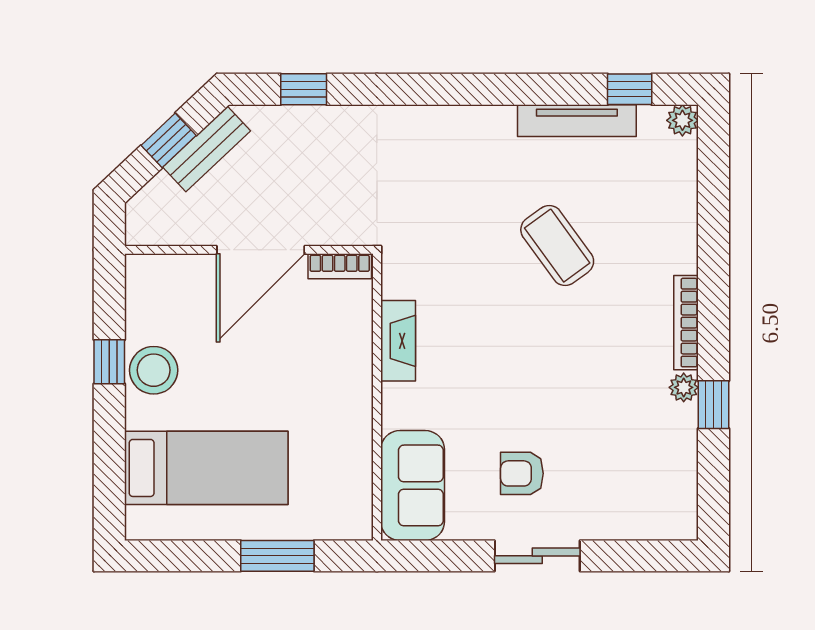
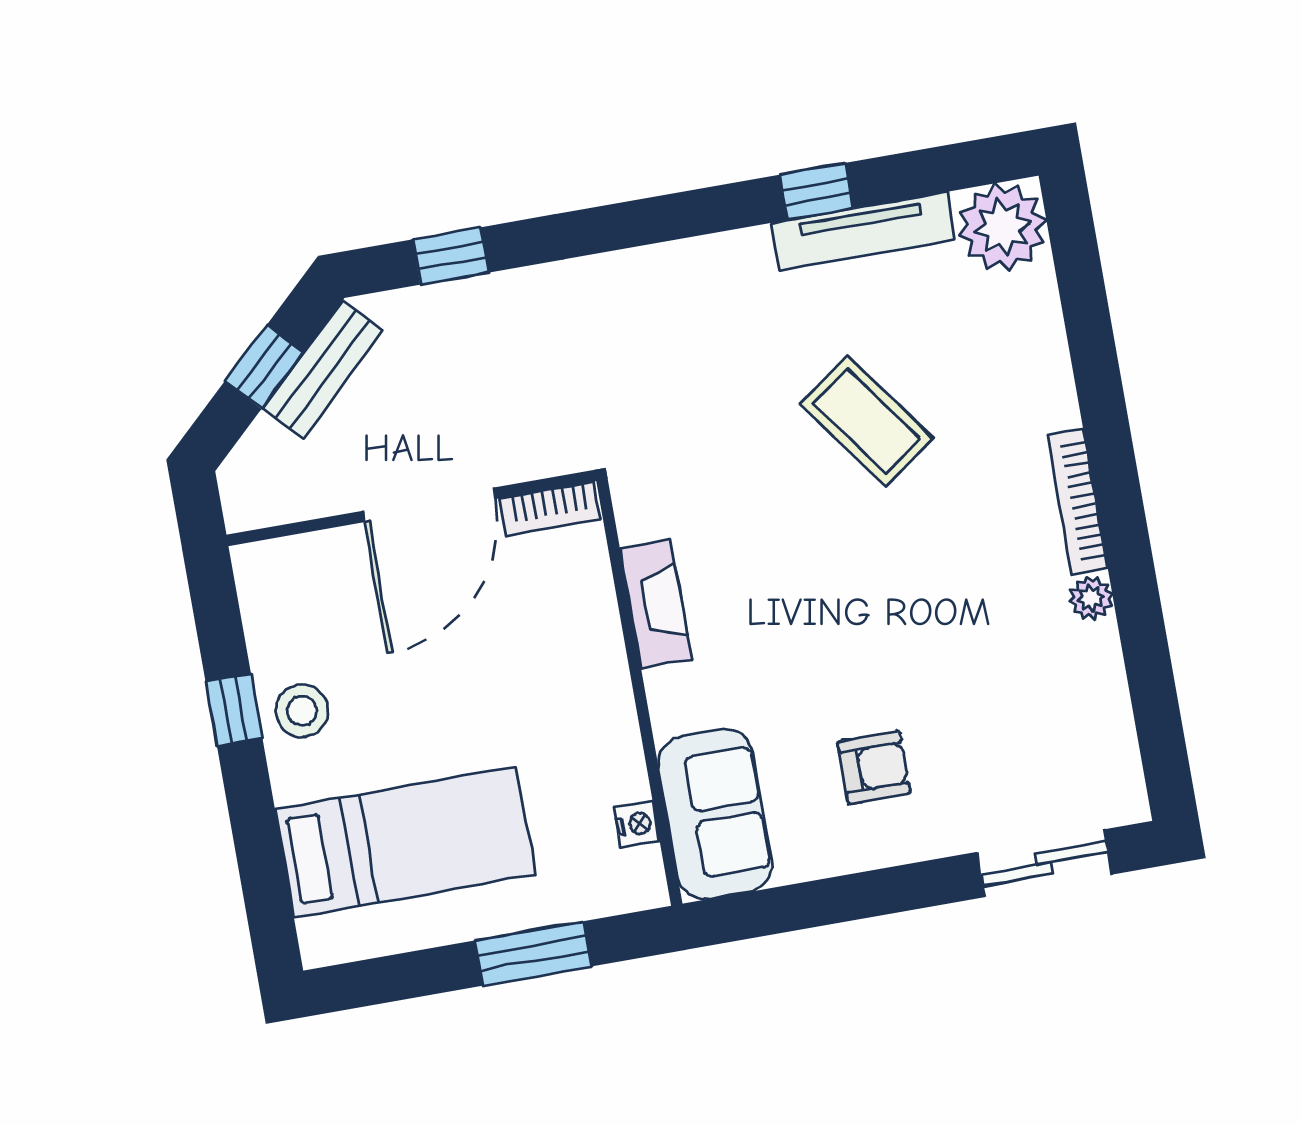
window: (630, 89) -> (817, 191), moved
plant: (682, 120) -> (1002, 227), width x1.88, depth x1.88
stool: (154, 370) -> (302, 711), width x0.73, depth x0.73
window: (714, 405) -> (1139, 616), removed
armchair: (522, 473) -> (874, 768), turned 180
nightstand: (360, 483) -> (637, 824), added
sliding door: (537, 556) -> (1044, 863), moved

